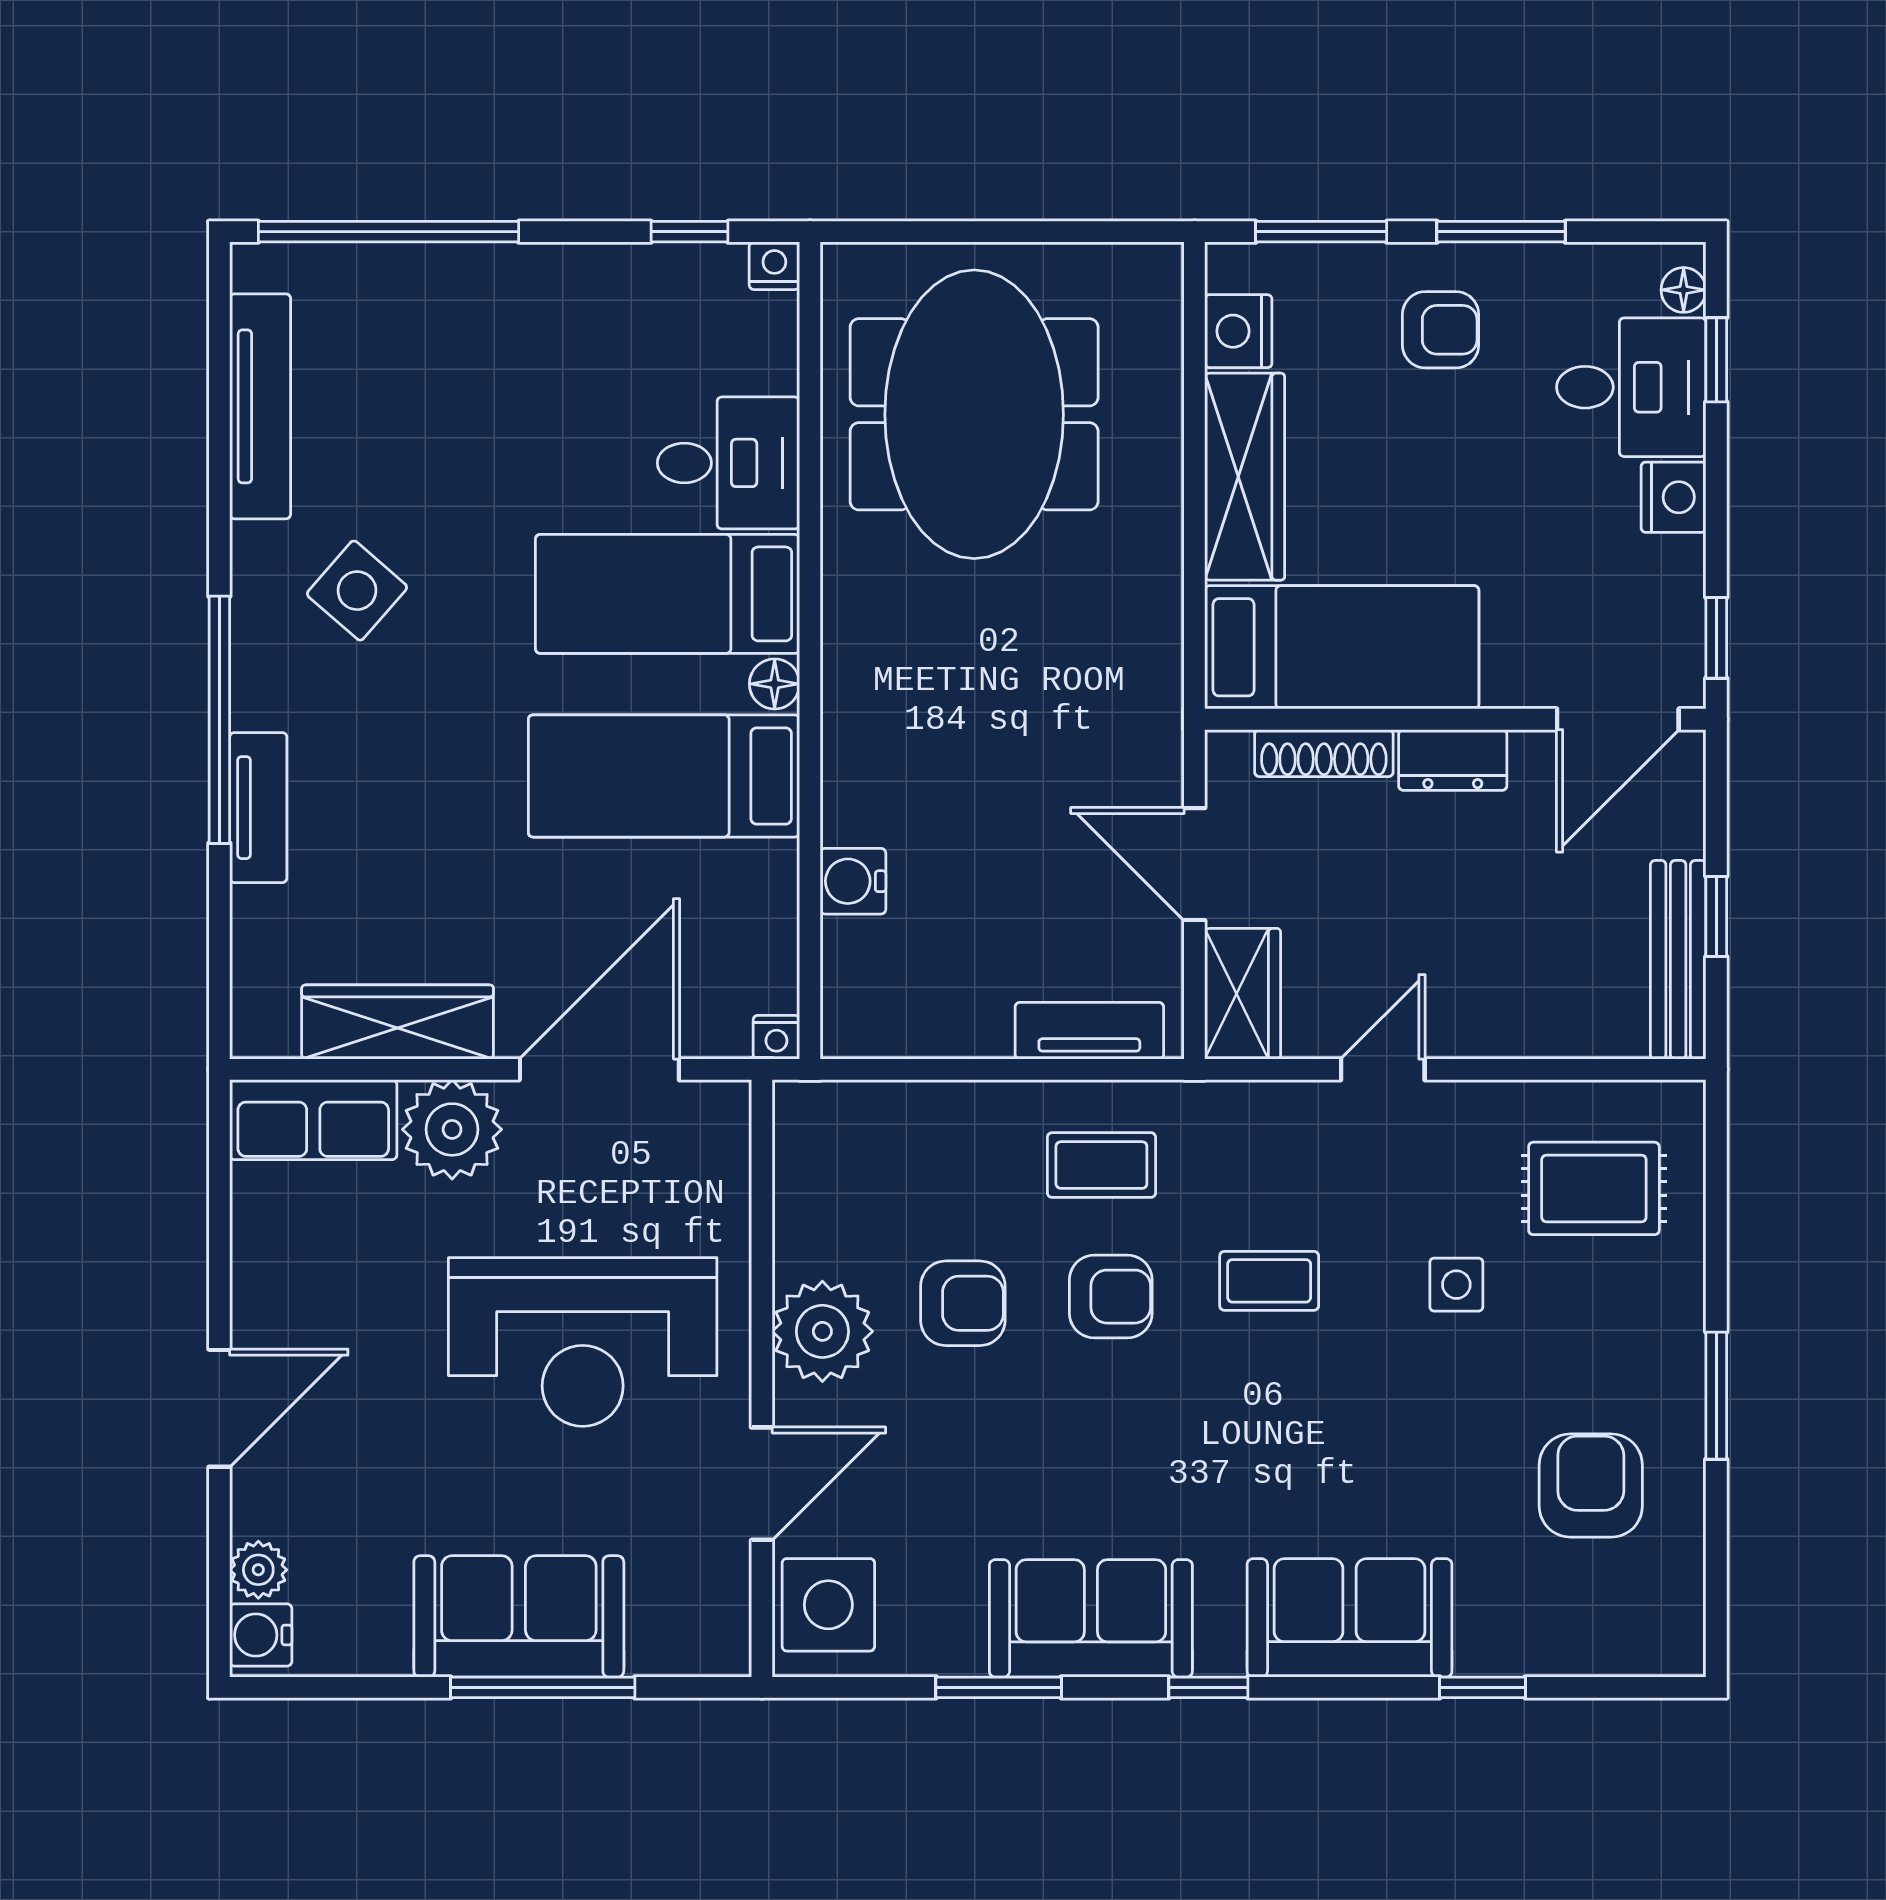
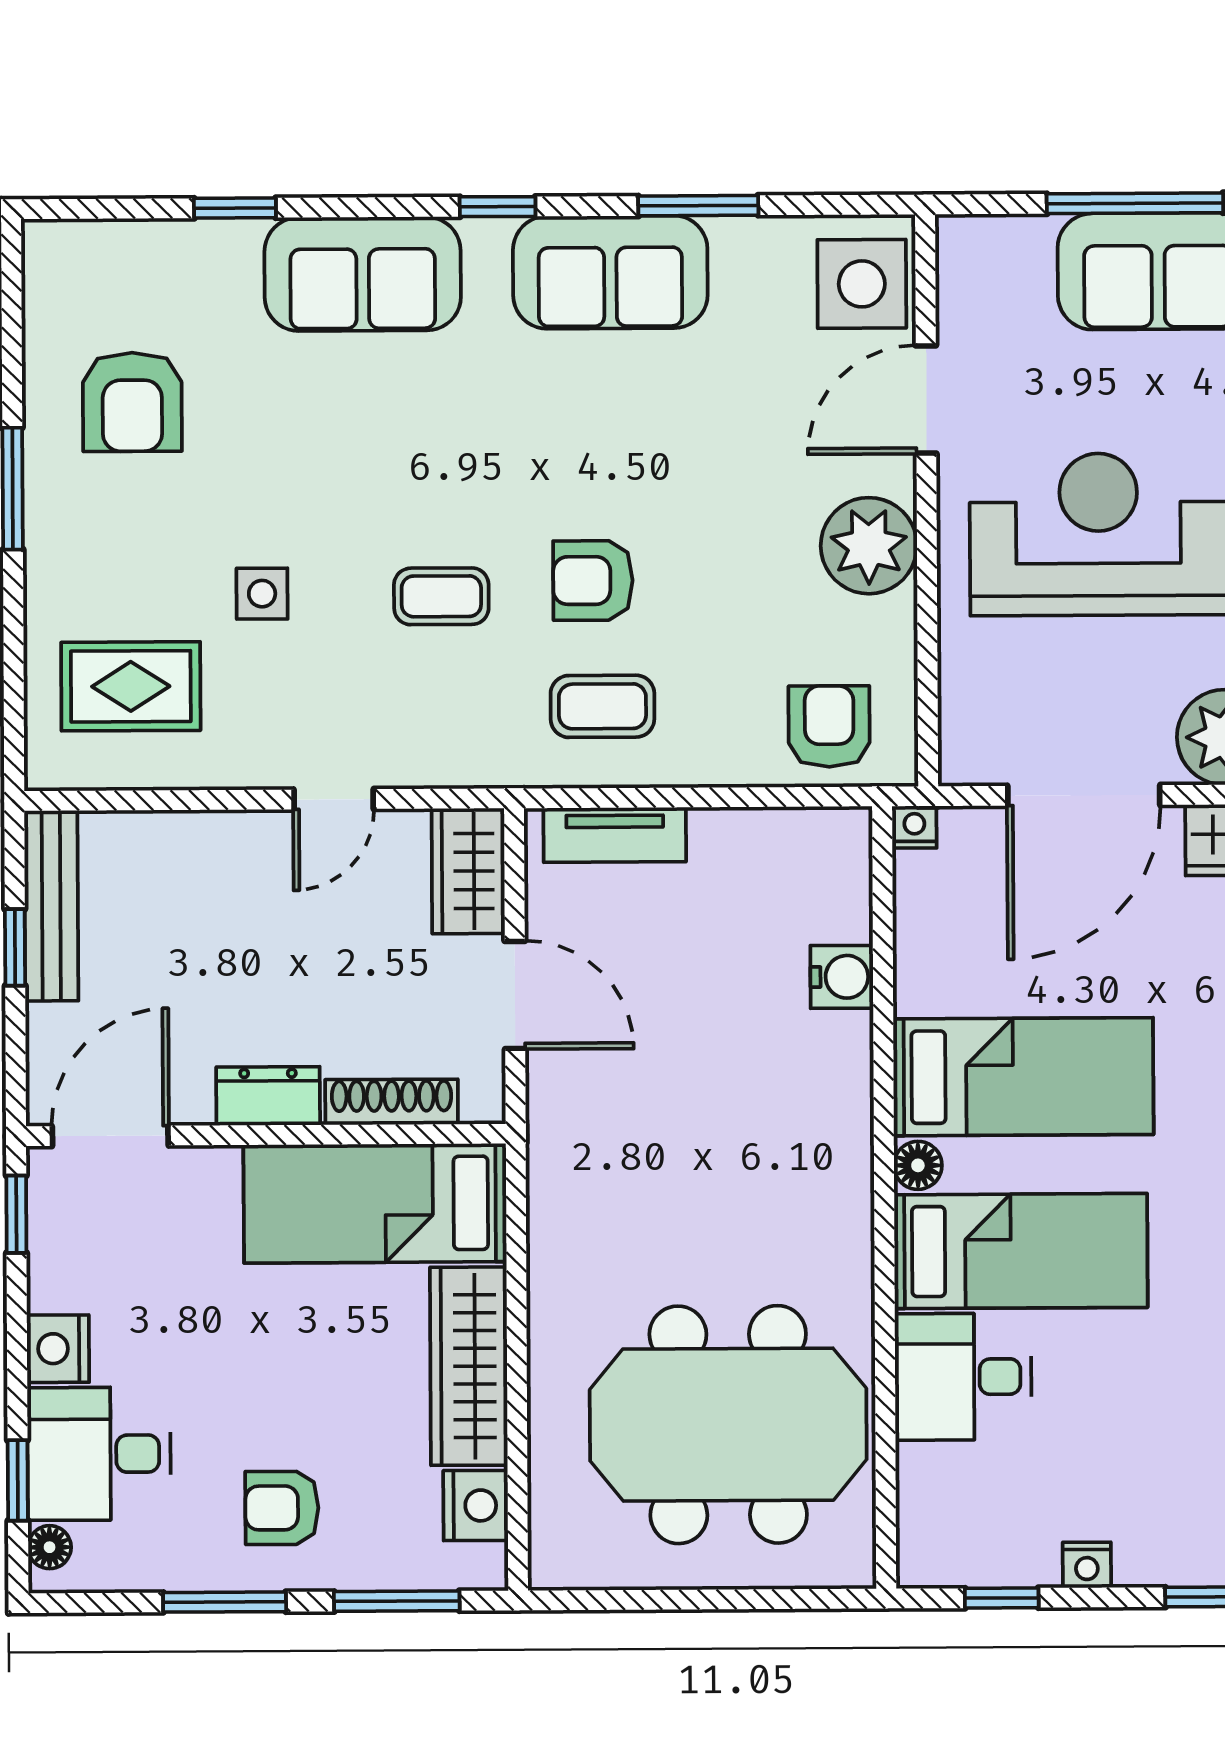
nightstand: (774, 266) -> (1087, 1565), moved
meeting table: (974, 414) -> (728, 1425), turned 90
armchair: (963, 1303) -> (829, 726), moved, turned 90

